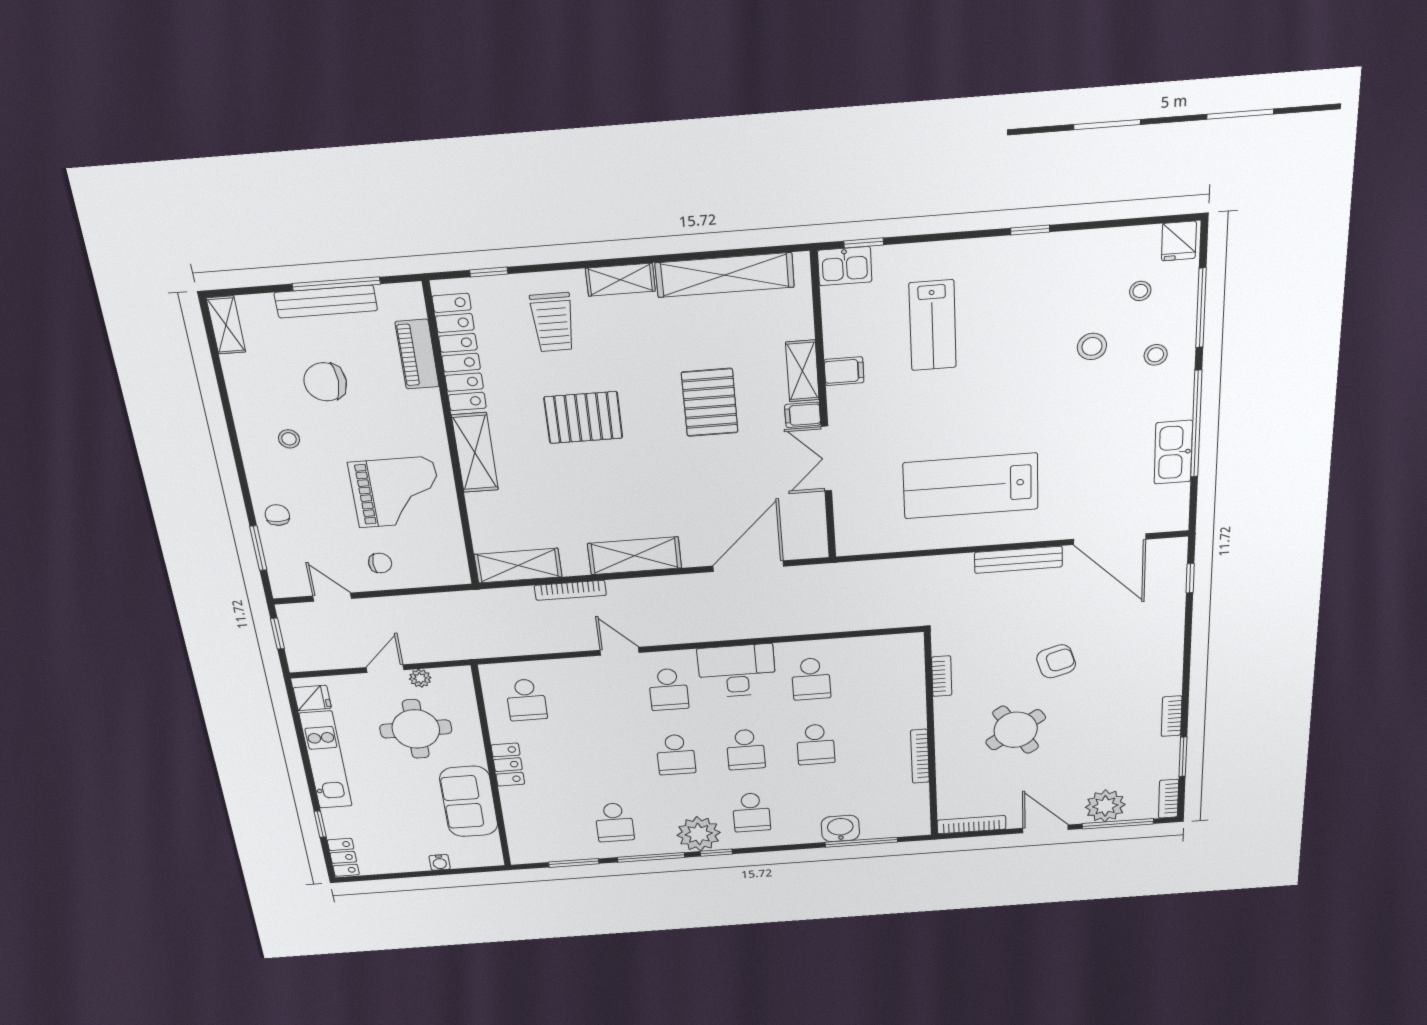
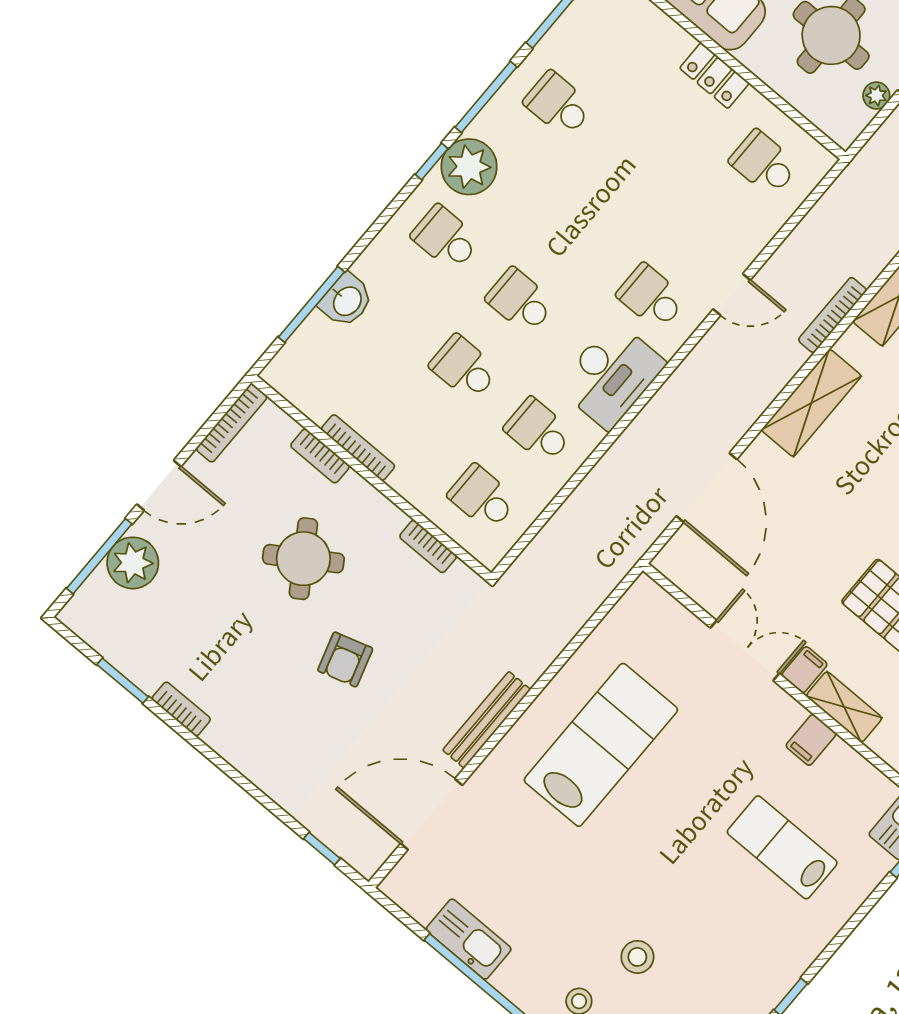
school desk: (676, 755) -> (482, 498), moved
bookcase: (1169, 799) -> (320, 456), moved, turned 180

